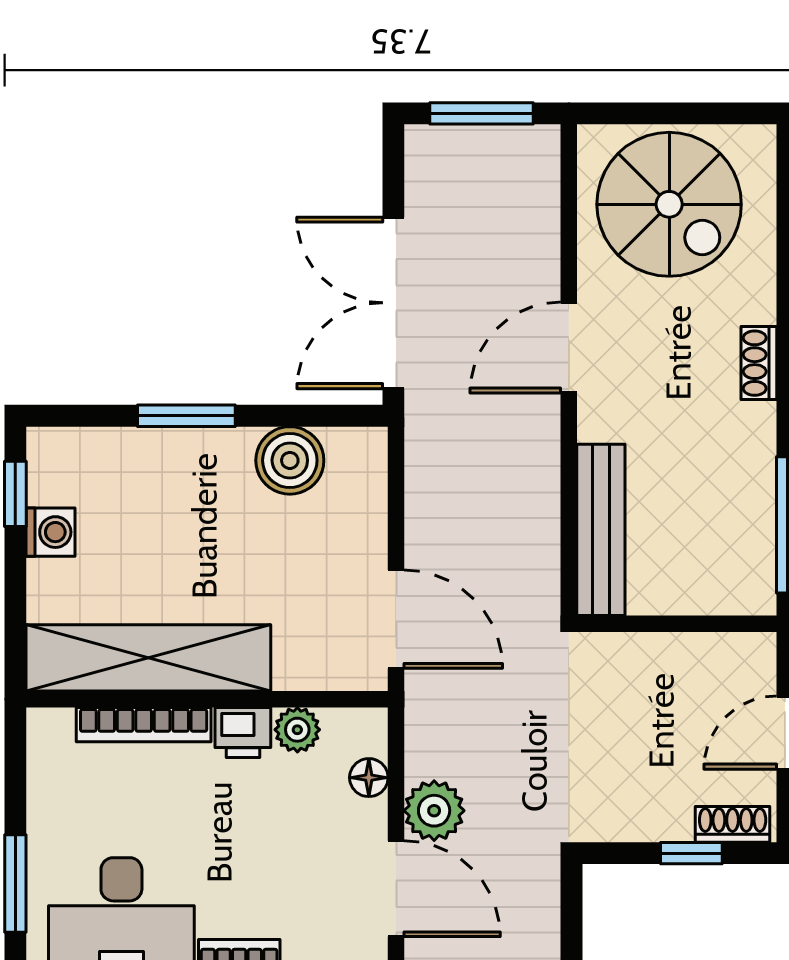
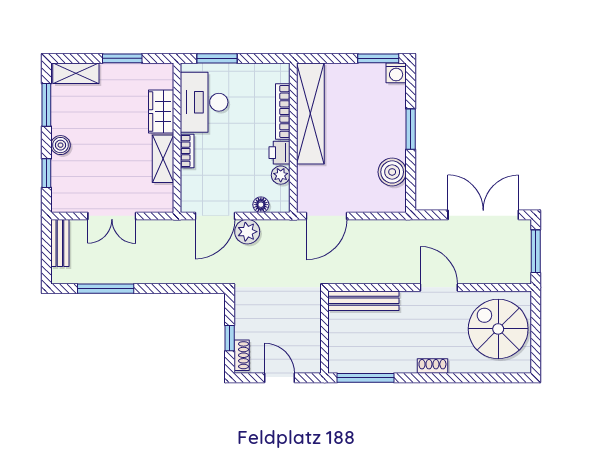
spiral stairs: (669, 204) -> (498, 329), turned 90
double door: (393, 303) -> (483, 215), moved
window: (15, 494) -> (378, 58), width x1.50
washing machine: (50, 532) -> (396, 73), moved

